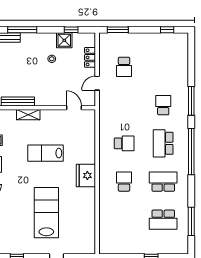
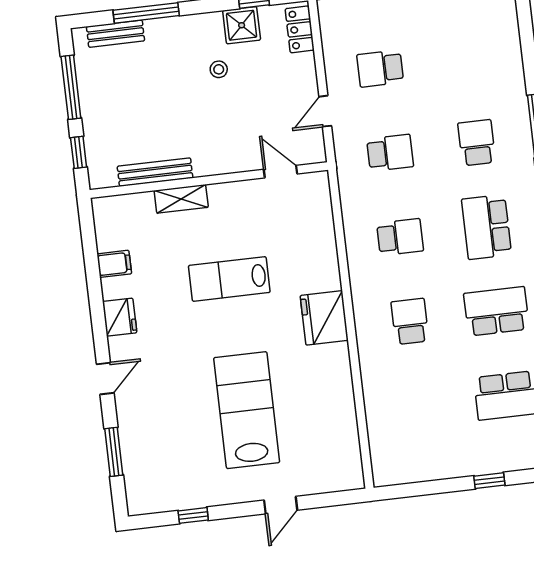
locker: (90, 57) -> (300, 29), moved
school desk: (124, 67) -> (380, 68), turned 90
school desk: (124, 105) -> (390, 153), added

